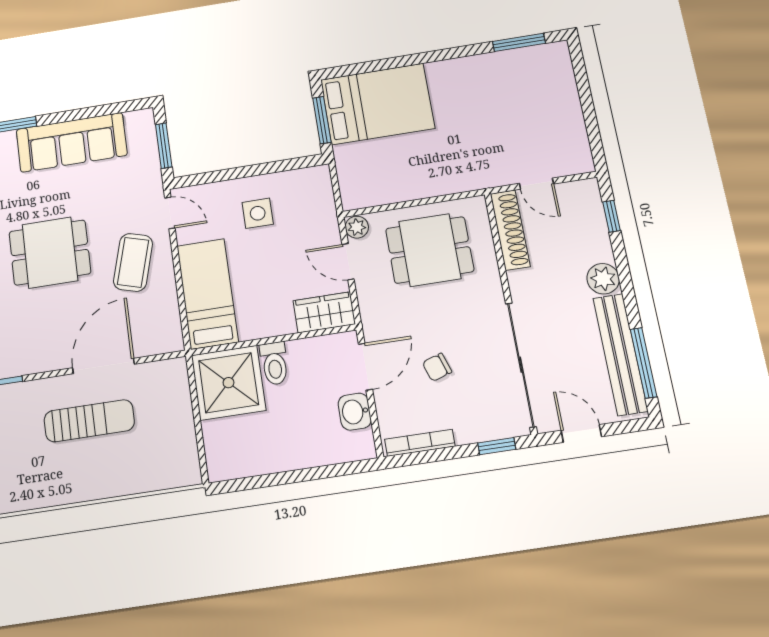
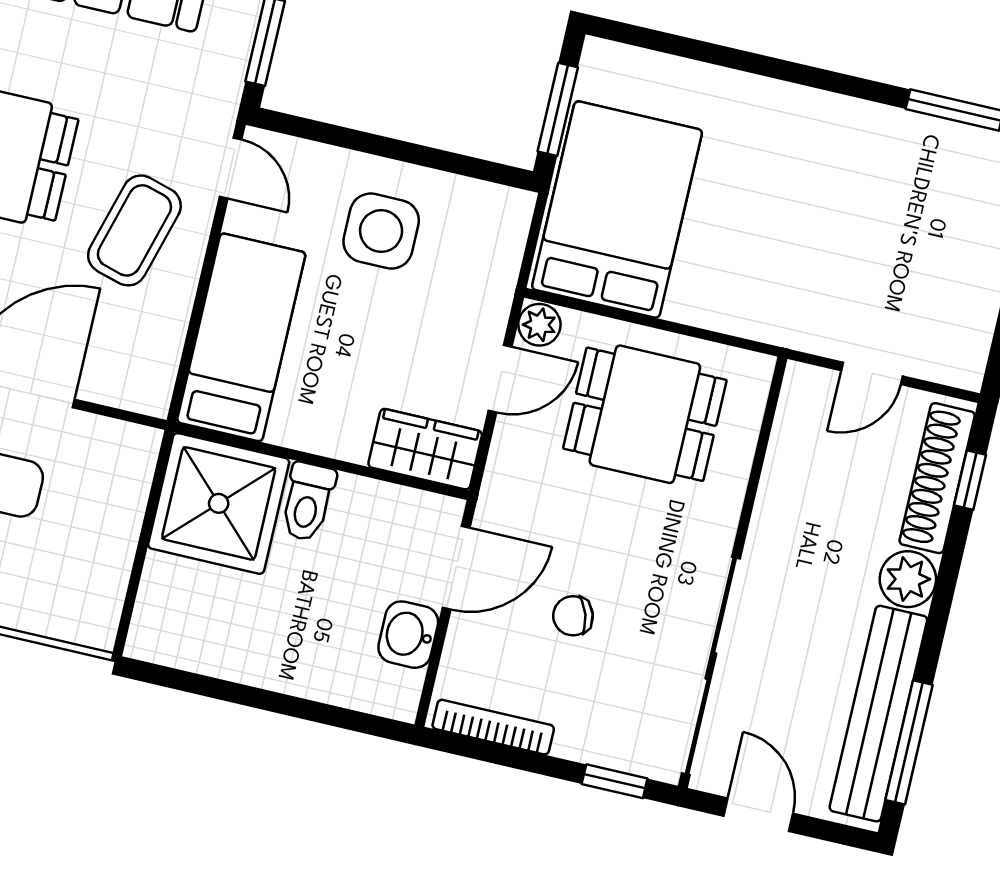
bed: (377, 104) -> (617, 210), moved, turned -90
door: (536, 184) -> (872, 373), hinge flipped
side table: (258, 213) -> (381, 231), width x1.37, depth x1.37
shoe rack: (510, 230) -> (937, 478), moved, turned 180
door: (348, 262) -> (500, 379), swing flipped

